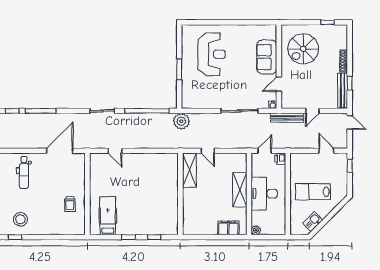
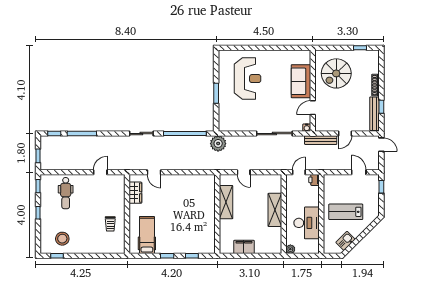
door: (60, 151) -> (100, 172), width x0.53
shelving: (189, 170) -> (226, 202), moved
wardrobe: (96, 172) -> (135, 193), added
desk: (264, 194) -> (307, 223), moved, turned 180
filing cabinet: (228, 228) -> (244, 247), moved

